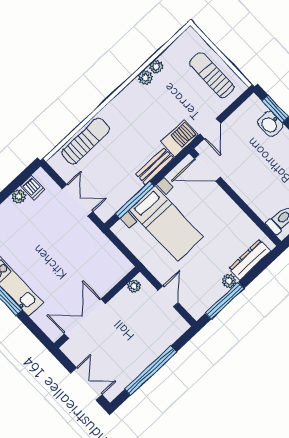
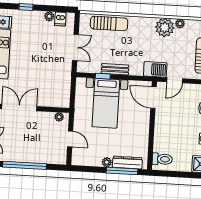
plant: (145, 78) -> (165, 27), width x1.87, depth x1.87
bench: (155, 166) -> (115, 69), moved
window: (135, 200) -> (103, 76), width x0.46
door: (168, 296) -> (70, 139), hinge flipped
window: (225, 301) -> (122, 171), moved

